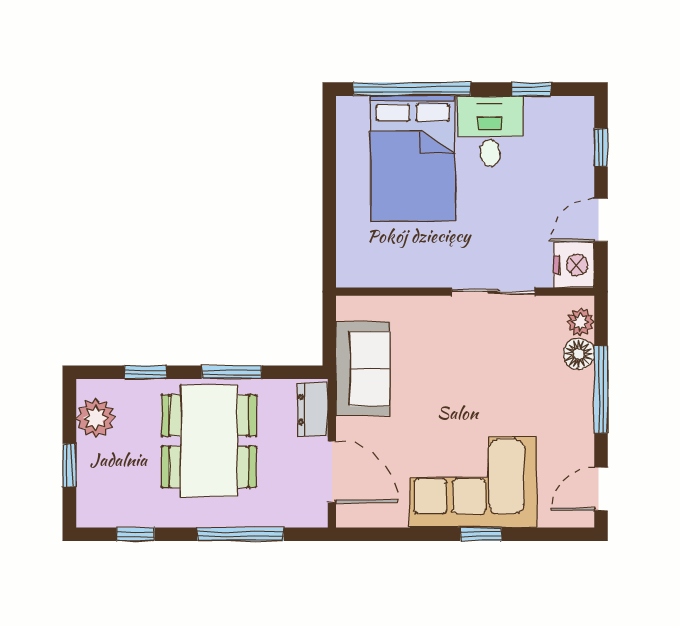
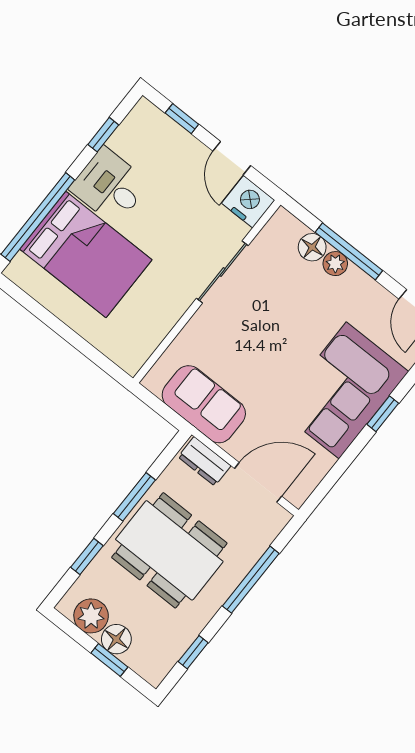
plant: (581, 322) -> (335, 264), moved
floor lamp: (93, 457) -> (116, 639), added

